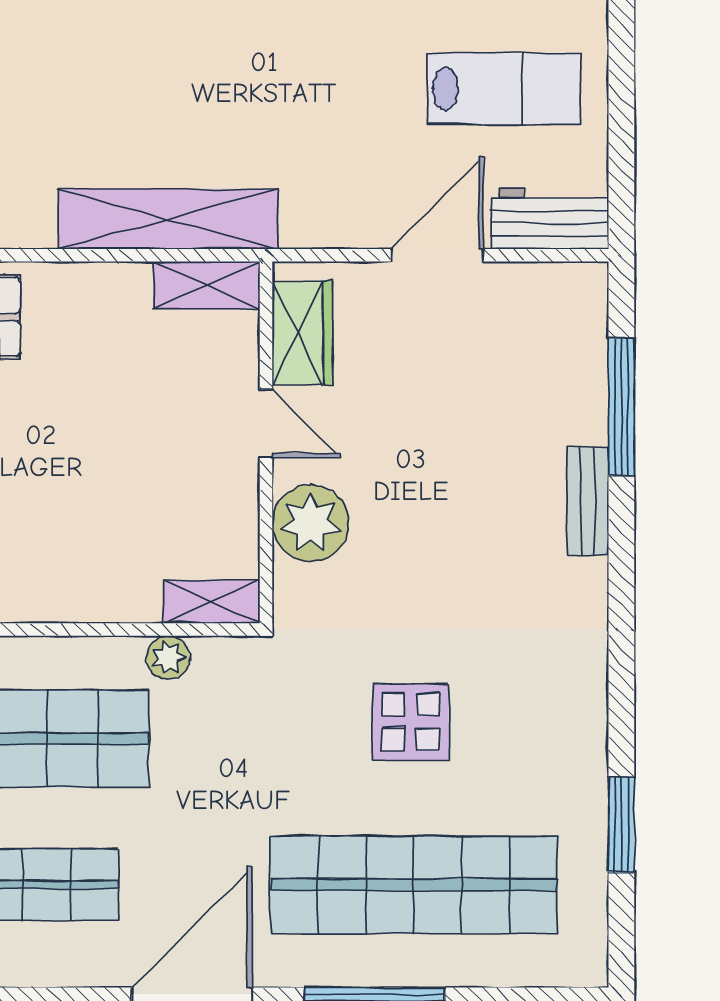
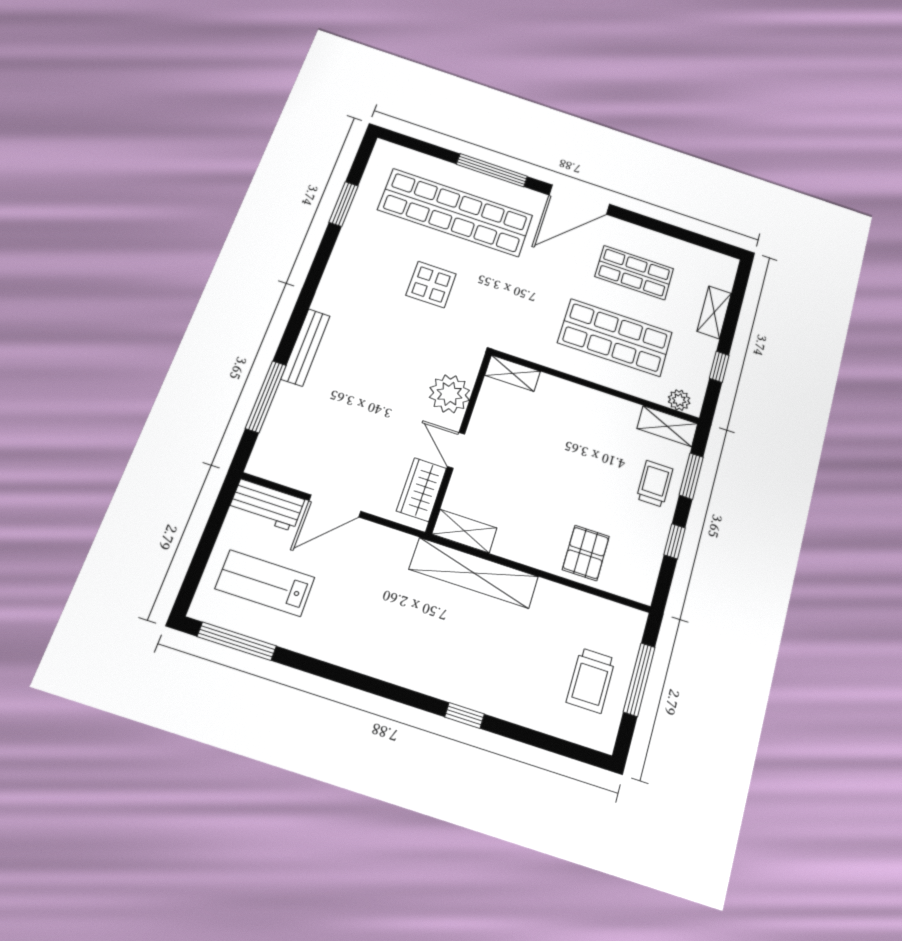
bench: (588, 501) -> (306, 347), width x1.36
plant: (168, 658) -> (543, 355), removed

